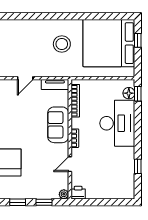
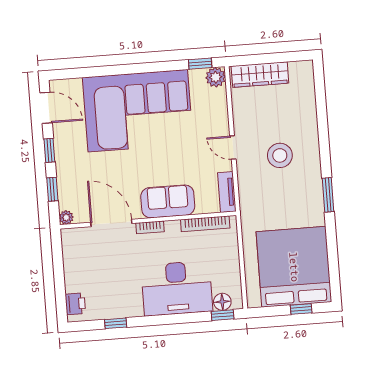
window: (62, 16) -> (328, 195), added
stool: (62, 44) -> (280, 155), moved
door: (70, 164) -> (111, 223), width x1.88
printer: (78, 193) -> (75, 304), moved

